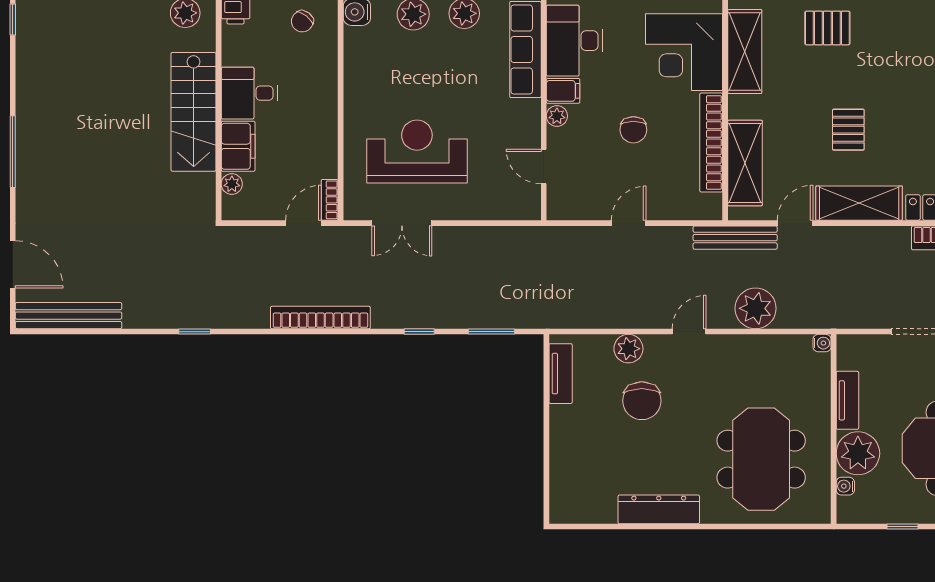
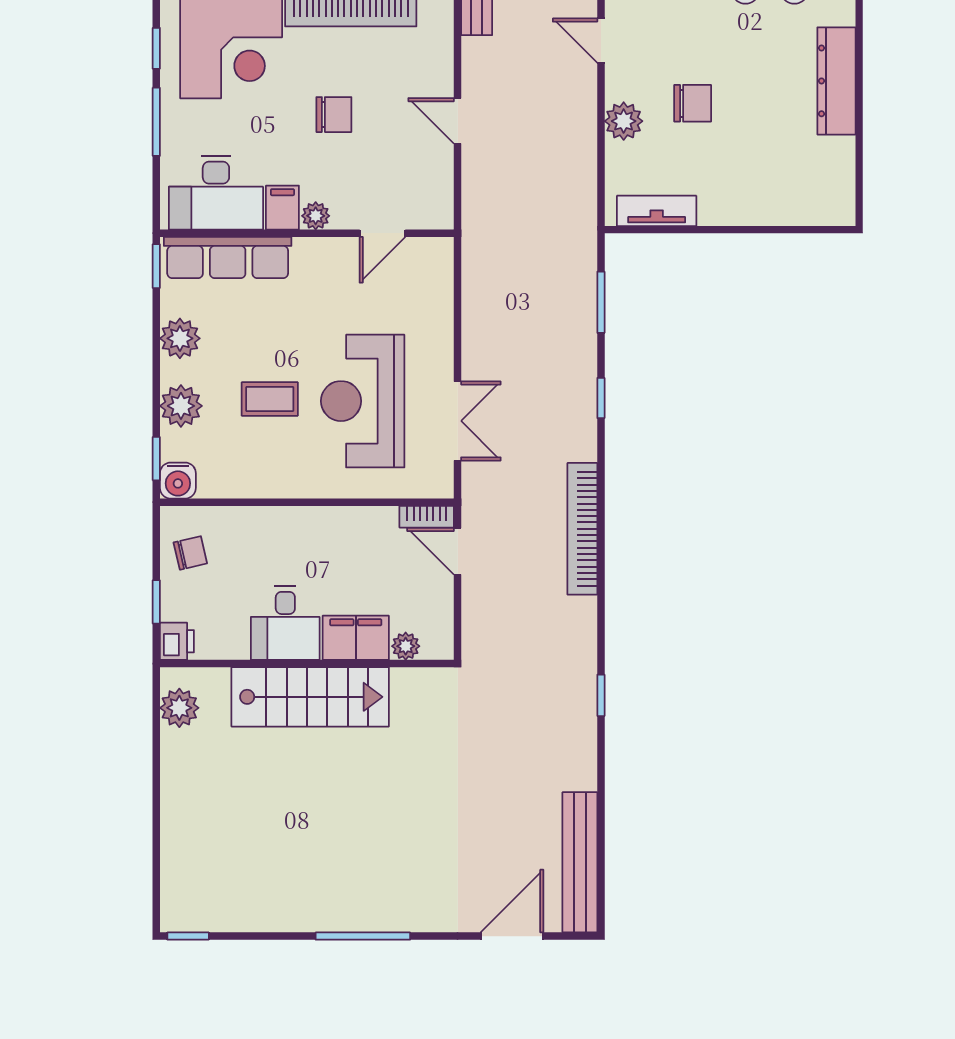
chair: (302, 21) -> (190, 553), turned -50
coffee table: (418, 81) -> (270, 399), added
chair: (642, 401) -> (693, 103), width x0.73, depth x0.73

